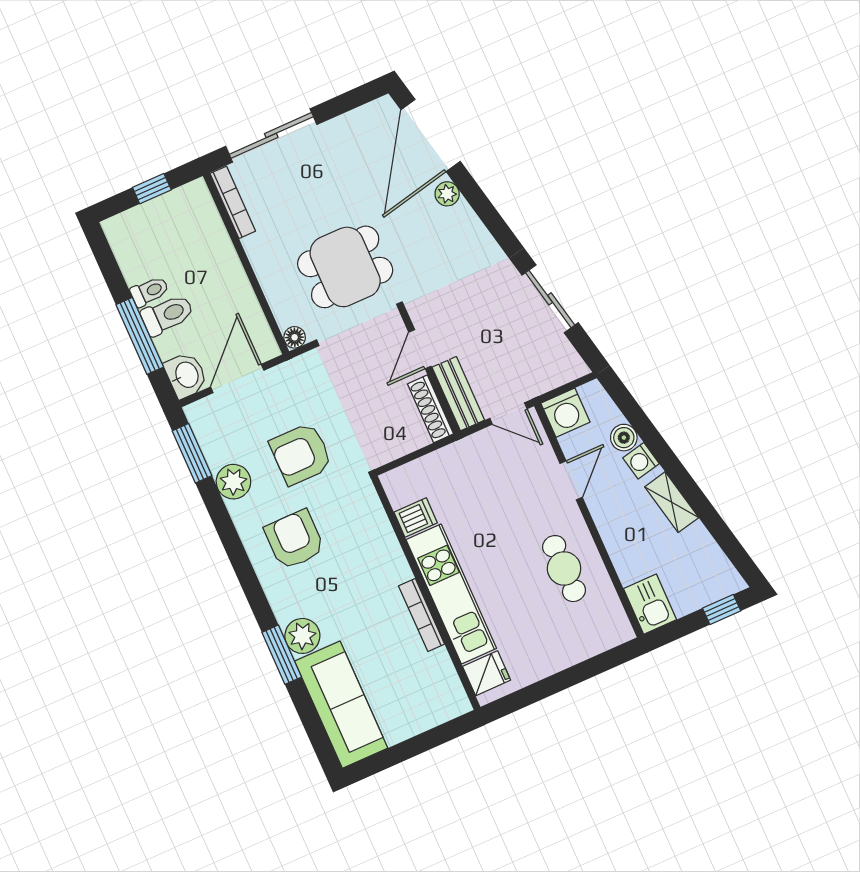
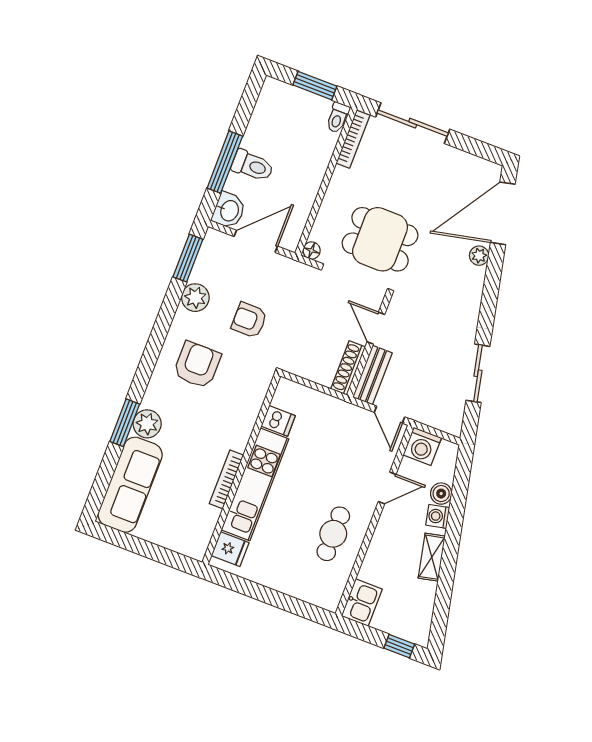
window: (152, 189) -> (315, 86), width x1.50
toilet: (150, 291) -> (338, 118), moved, turned 90
door: (420, 349) -> (376, 328), hinge flipped
armchair: (301, 454) -> (249, 320), width x0.72, depth x0.72

